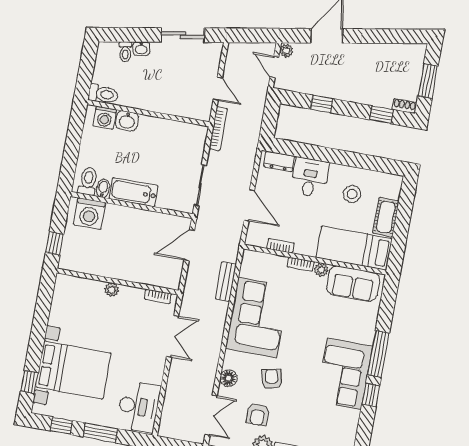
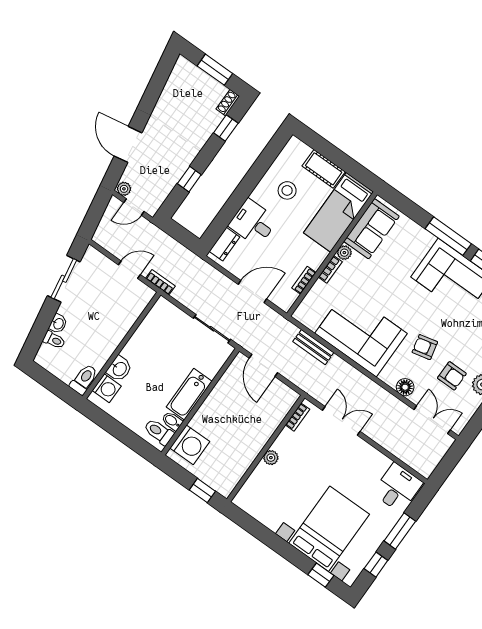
bookcase: (218, 129) -> (160, 282), width x0.64
desk: (139, 407) -> (398, 488), width x0.73

